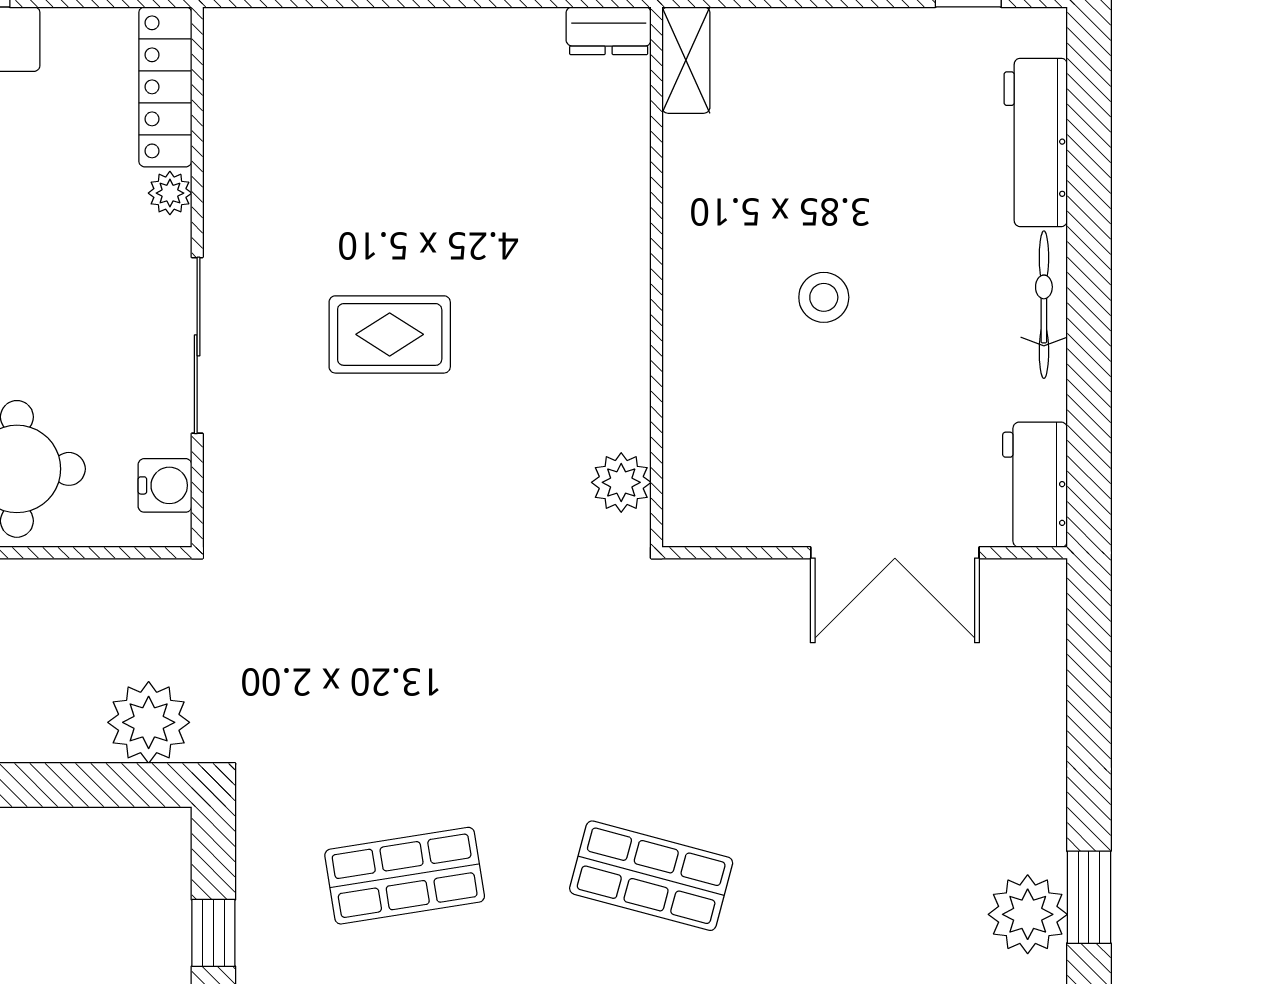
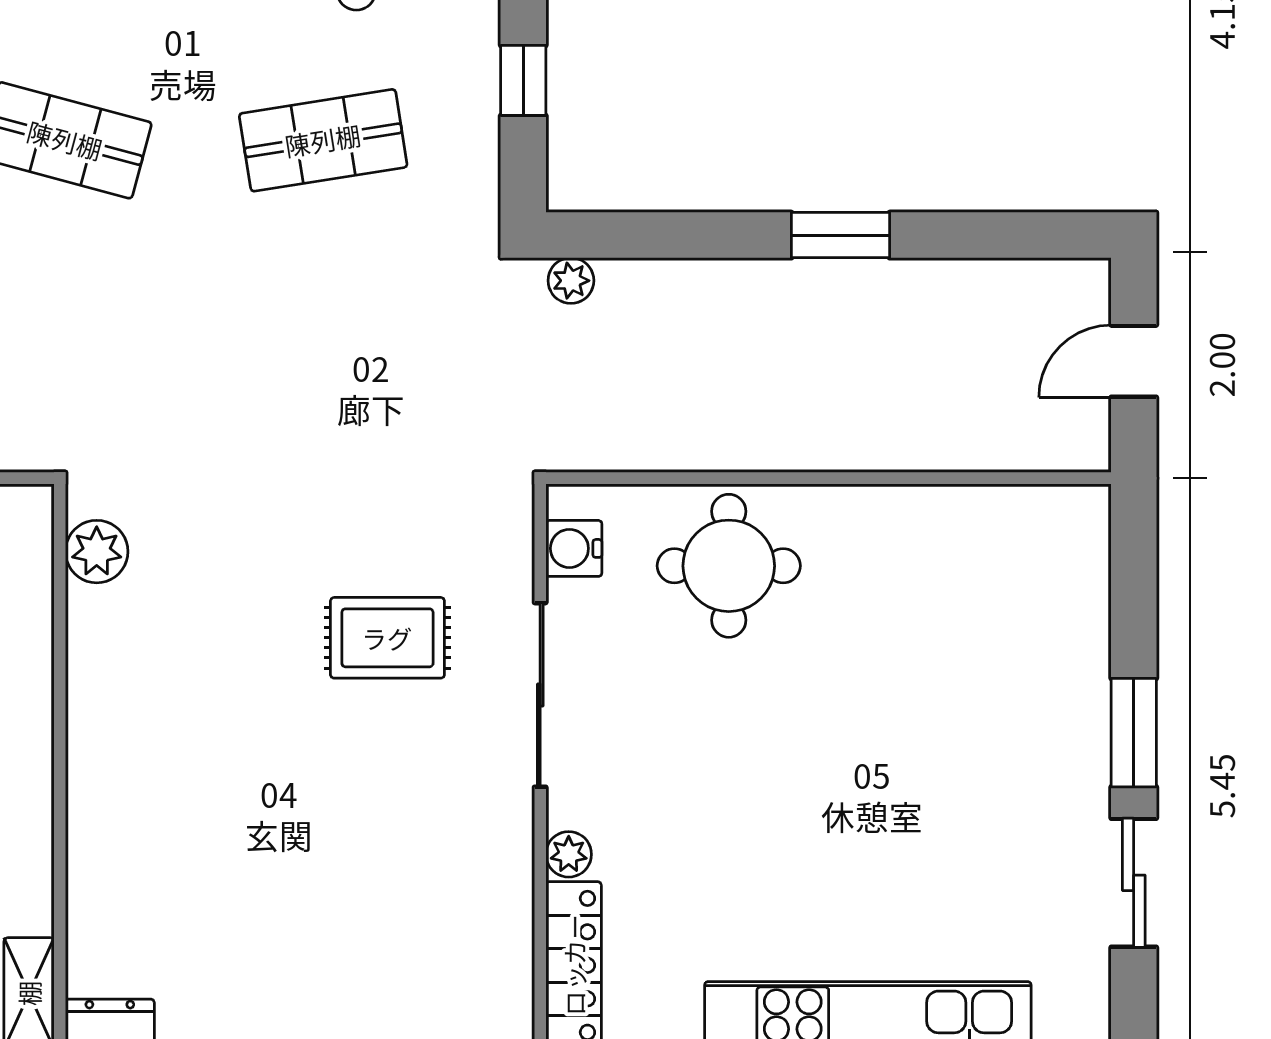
rug: (390, 334) -> (387, 638), moved
plant: (149, 722) -> (571, 281), width x0.53, depth x0.53

